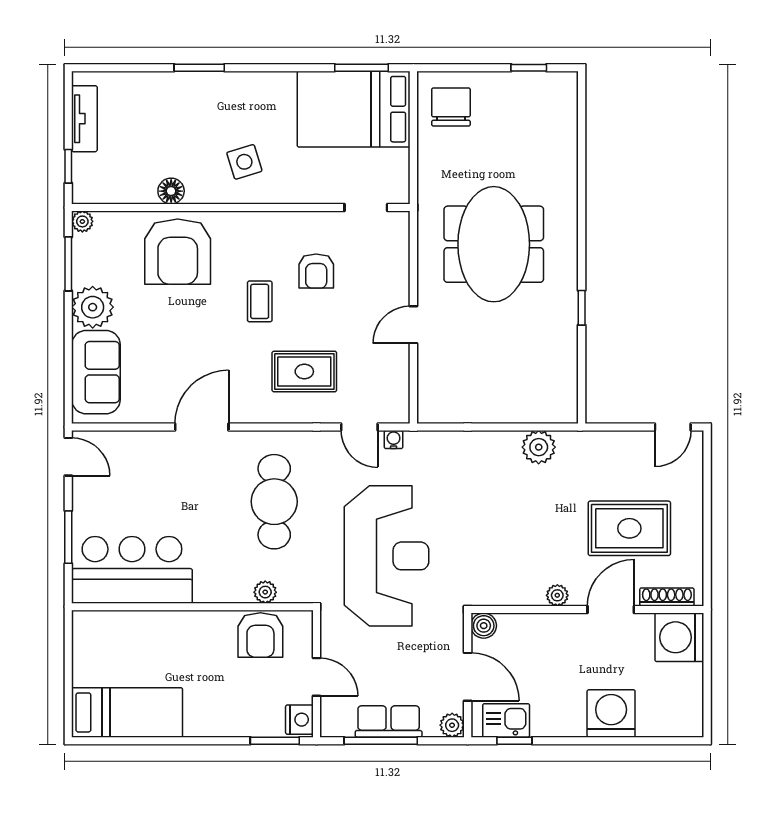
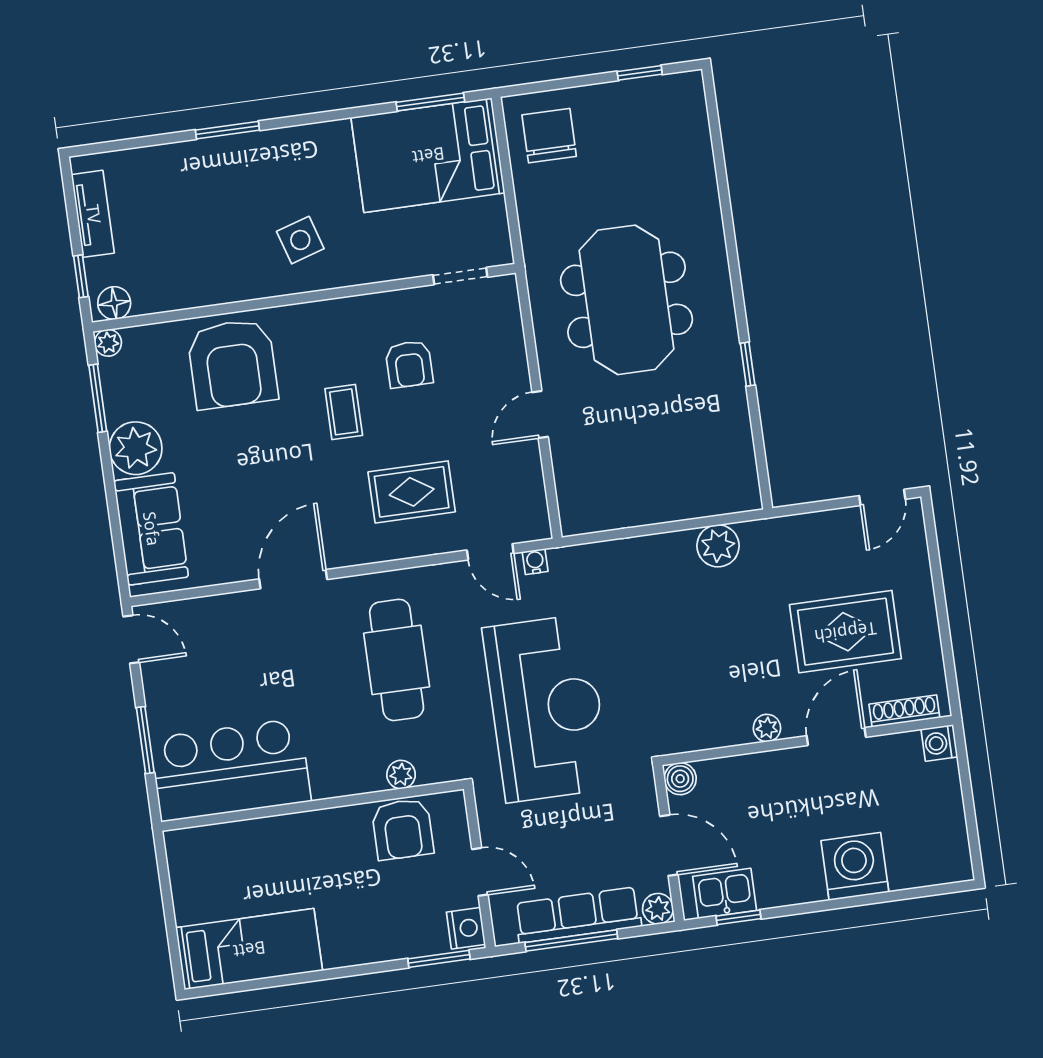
floor lamp: (171, 191) -> (114, 303), moved
washing machine: (679, 637) -> (939, 743), width x0.53, depth x0.53
row of seats: (389, 721) -> (578, 915), width x1.48

